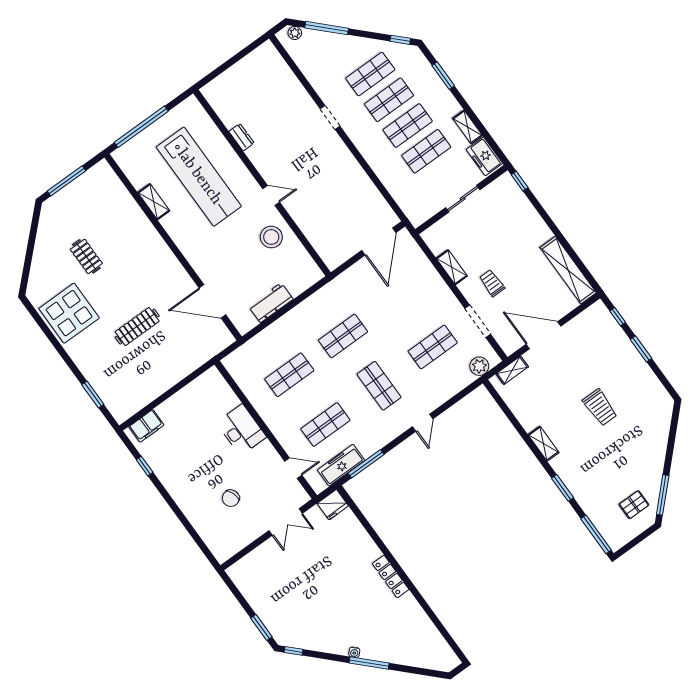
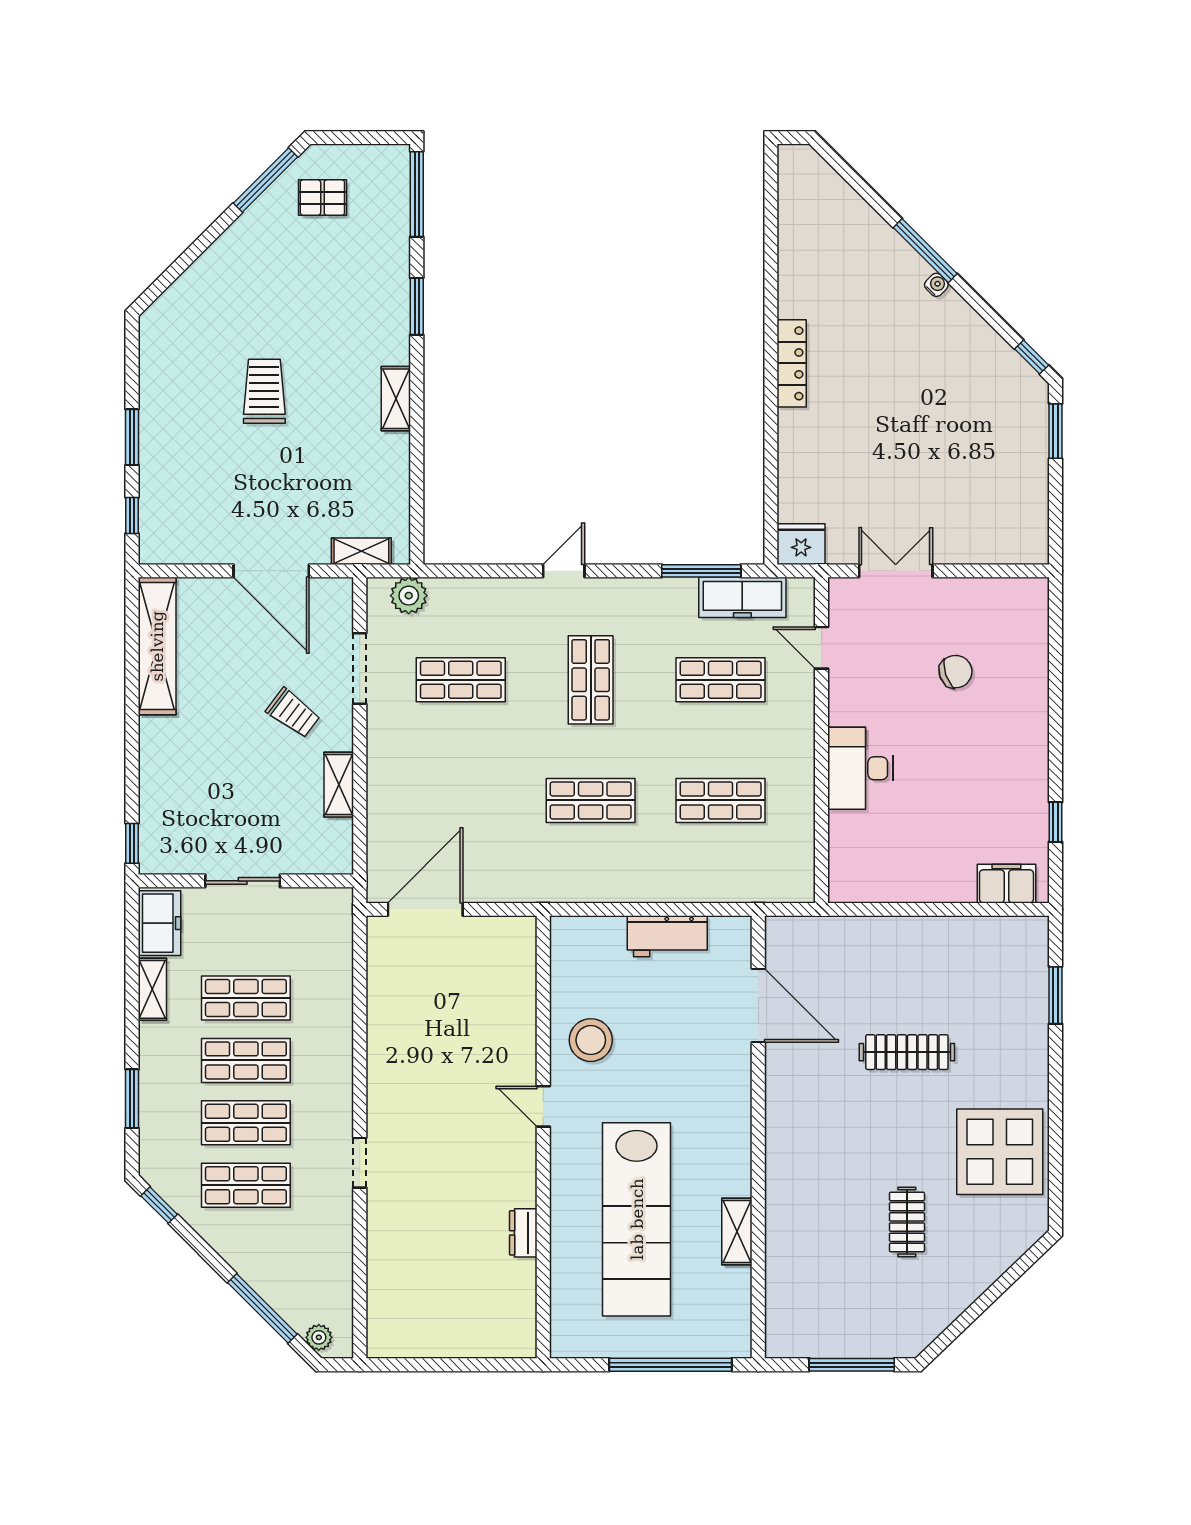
lab bench: (199, 177) -> (637, 1219), turned 180
trolley: (492, 283) -> (293, 713), turned -53

